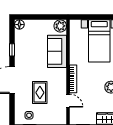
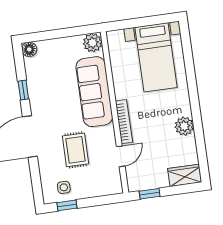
sofa: (57, 51) -> (94, 92), width x1.36
door: (68, 101) -> (121, 156), hinge flipped

